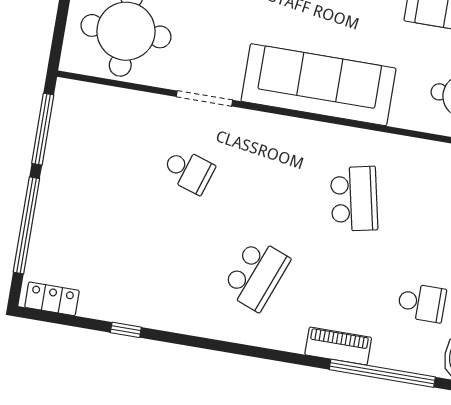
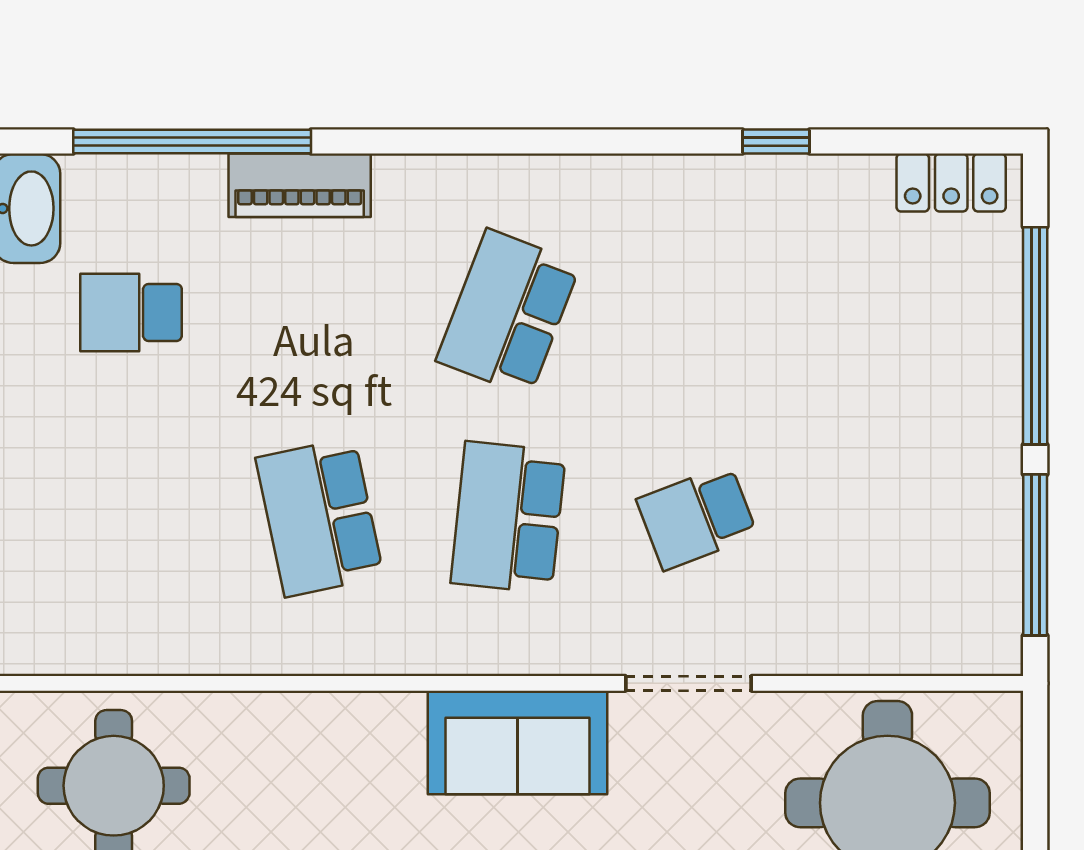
sofa: (318, 85) -> (518, 742), width x0.54, depth x0.79
school desk: (188, 171) -> (697, 517), turned -39
school desk: (271, 185) -> (508, 517), added

